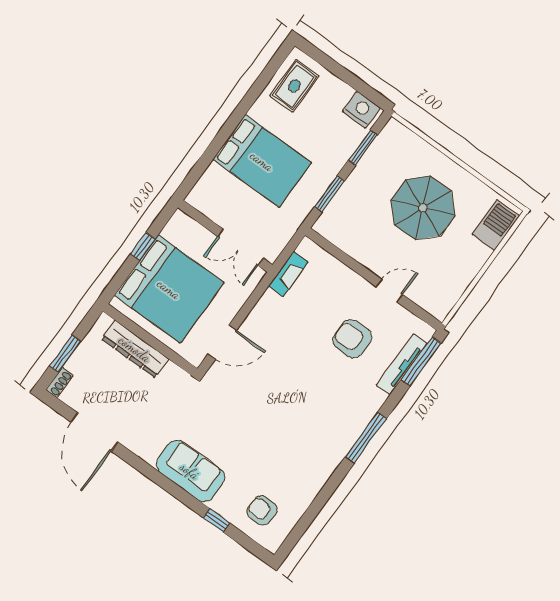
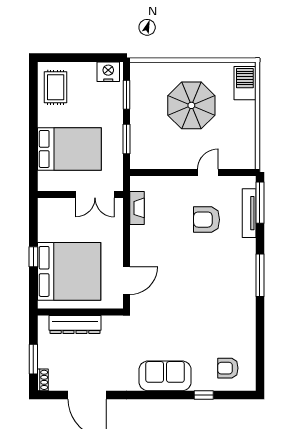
wall: (225, 236) -> (80, 194), moved
double door: (241, 247) -> (95, 194), moved

